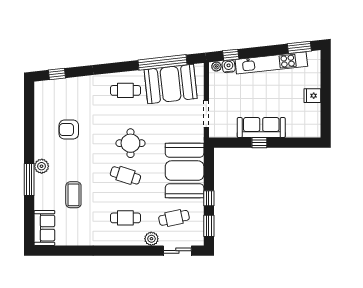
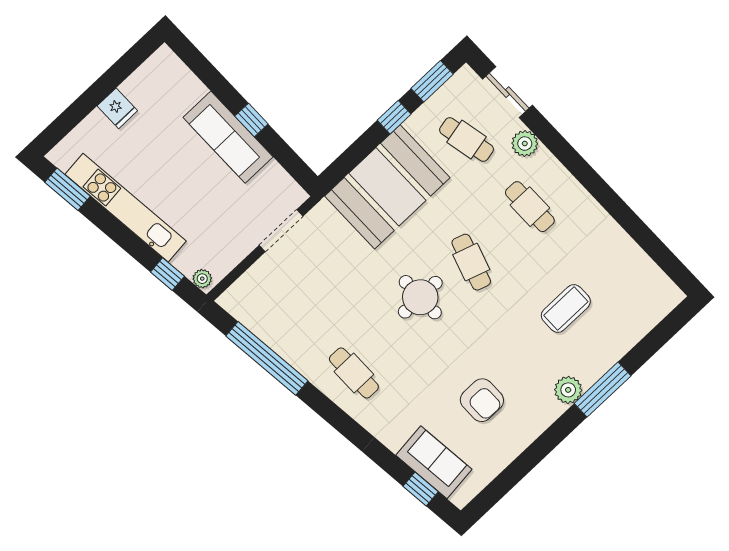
water cooler: (229, 66) -> (186, 262), removed
booth: (171, 84) -> (286, 319), removed
sofa: (44, 228) -> (434, 462), moved, turned 84

